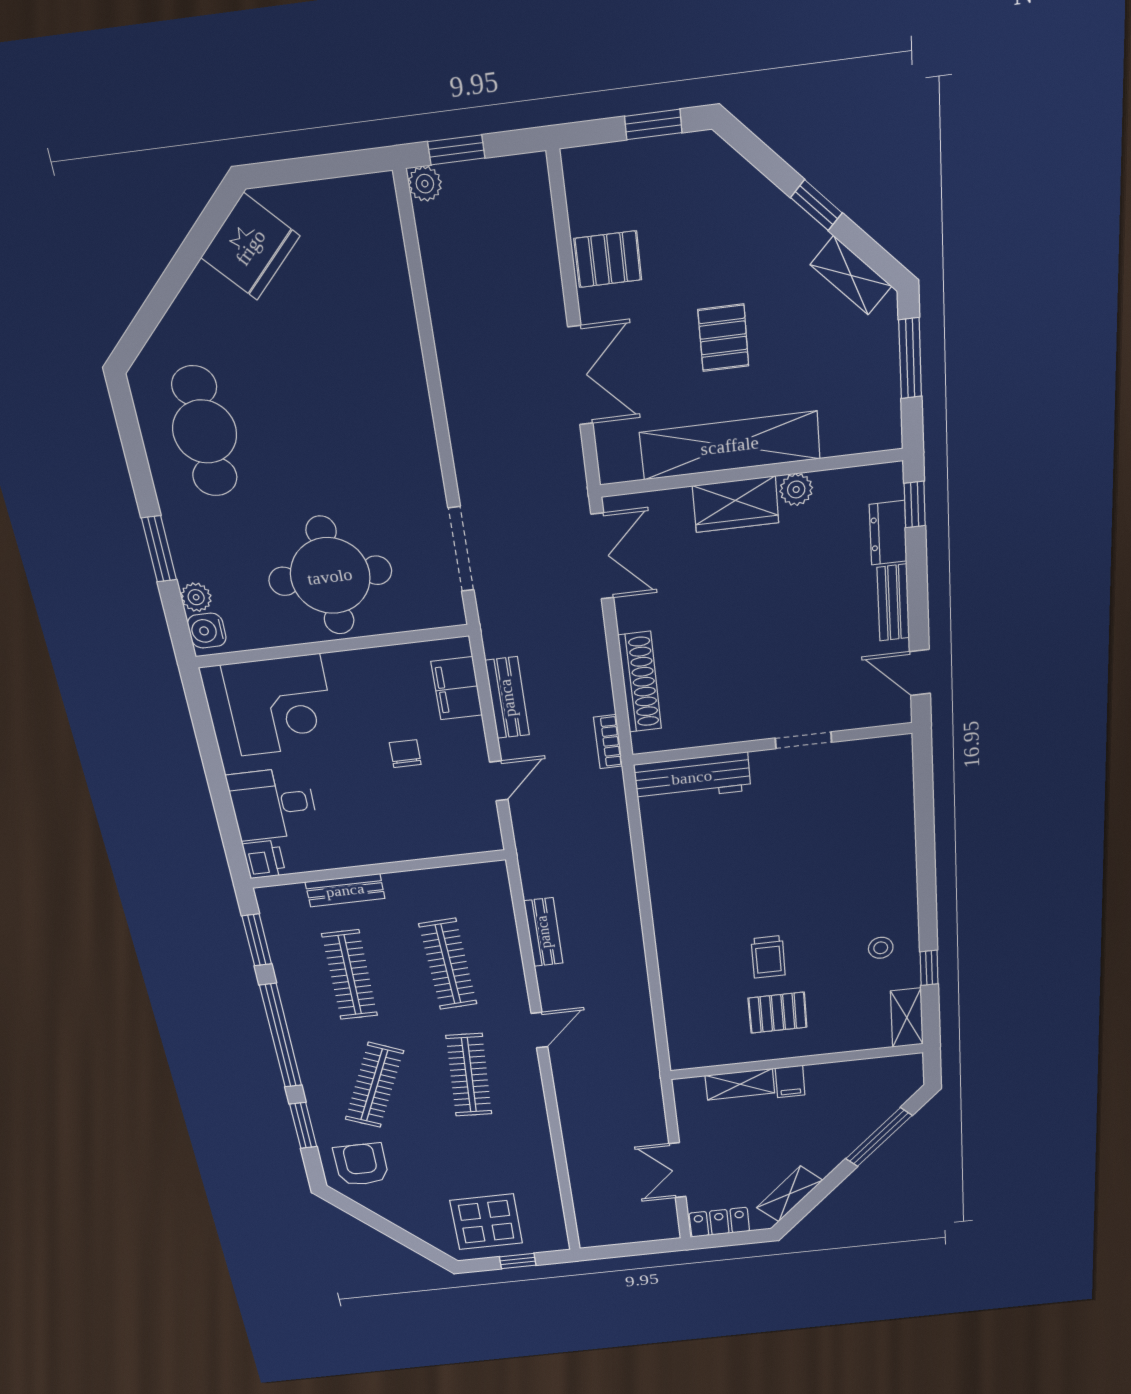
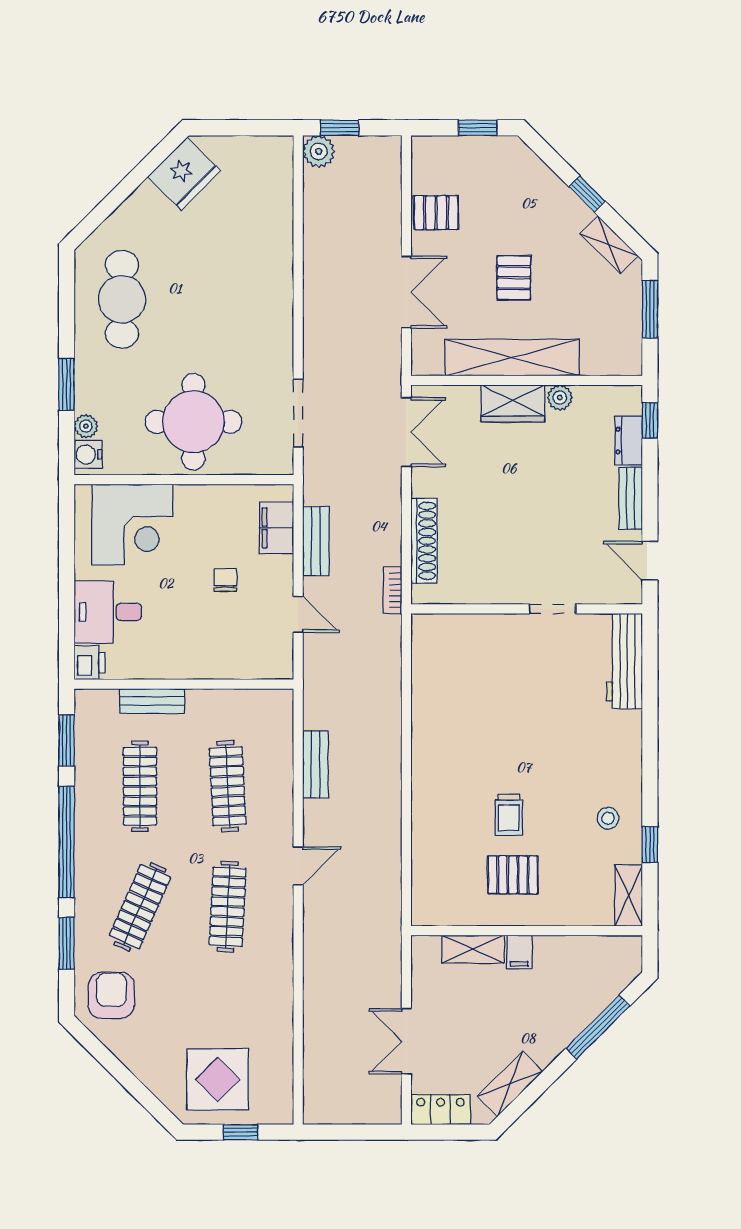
plant: (425, 184) -> (319, 151), width x1.38, depth x1.38
workbench: (692, 777) -> (625, 661), moved, turned 90
door: (499, 781) -> (298, 614), hinge flipped

